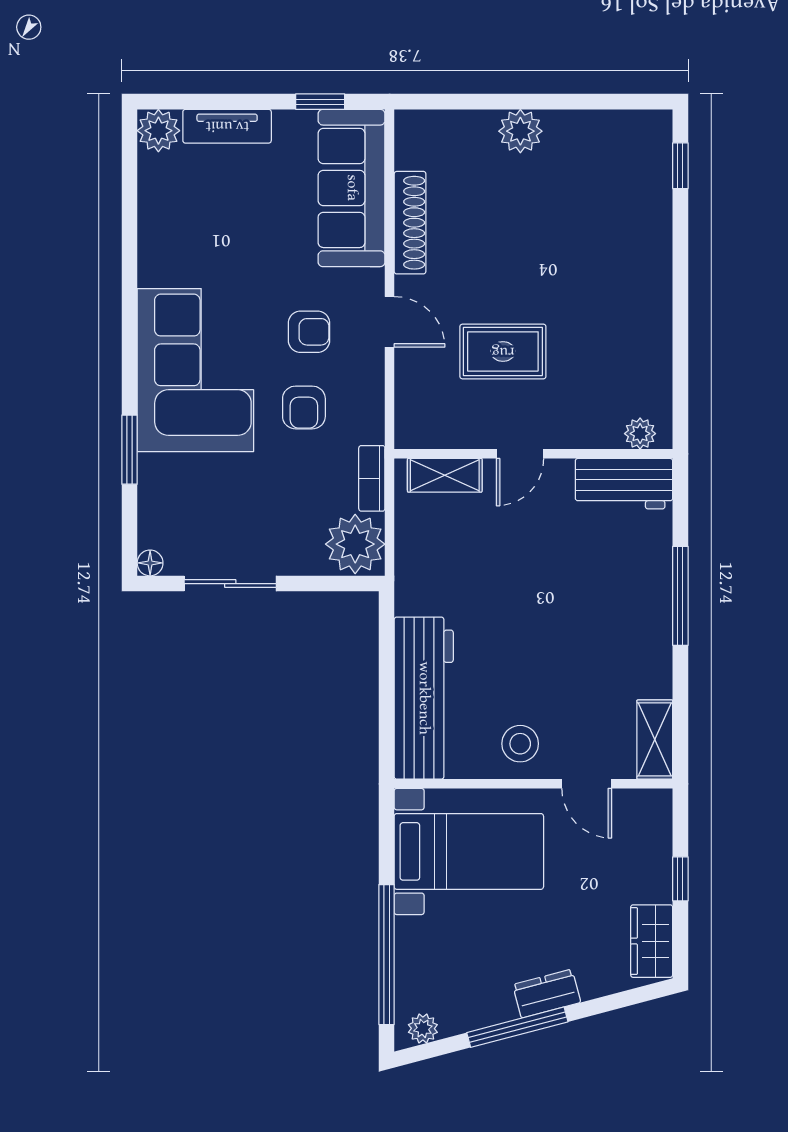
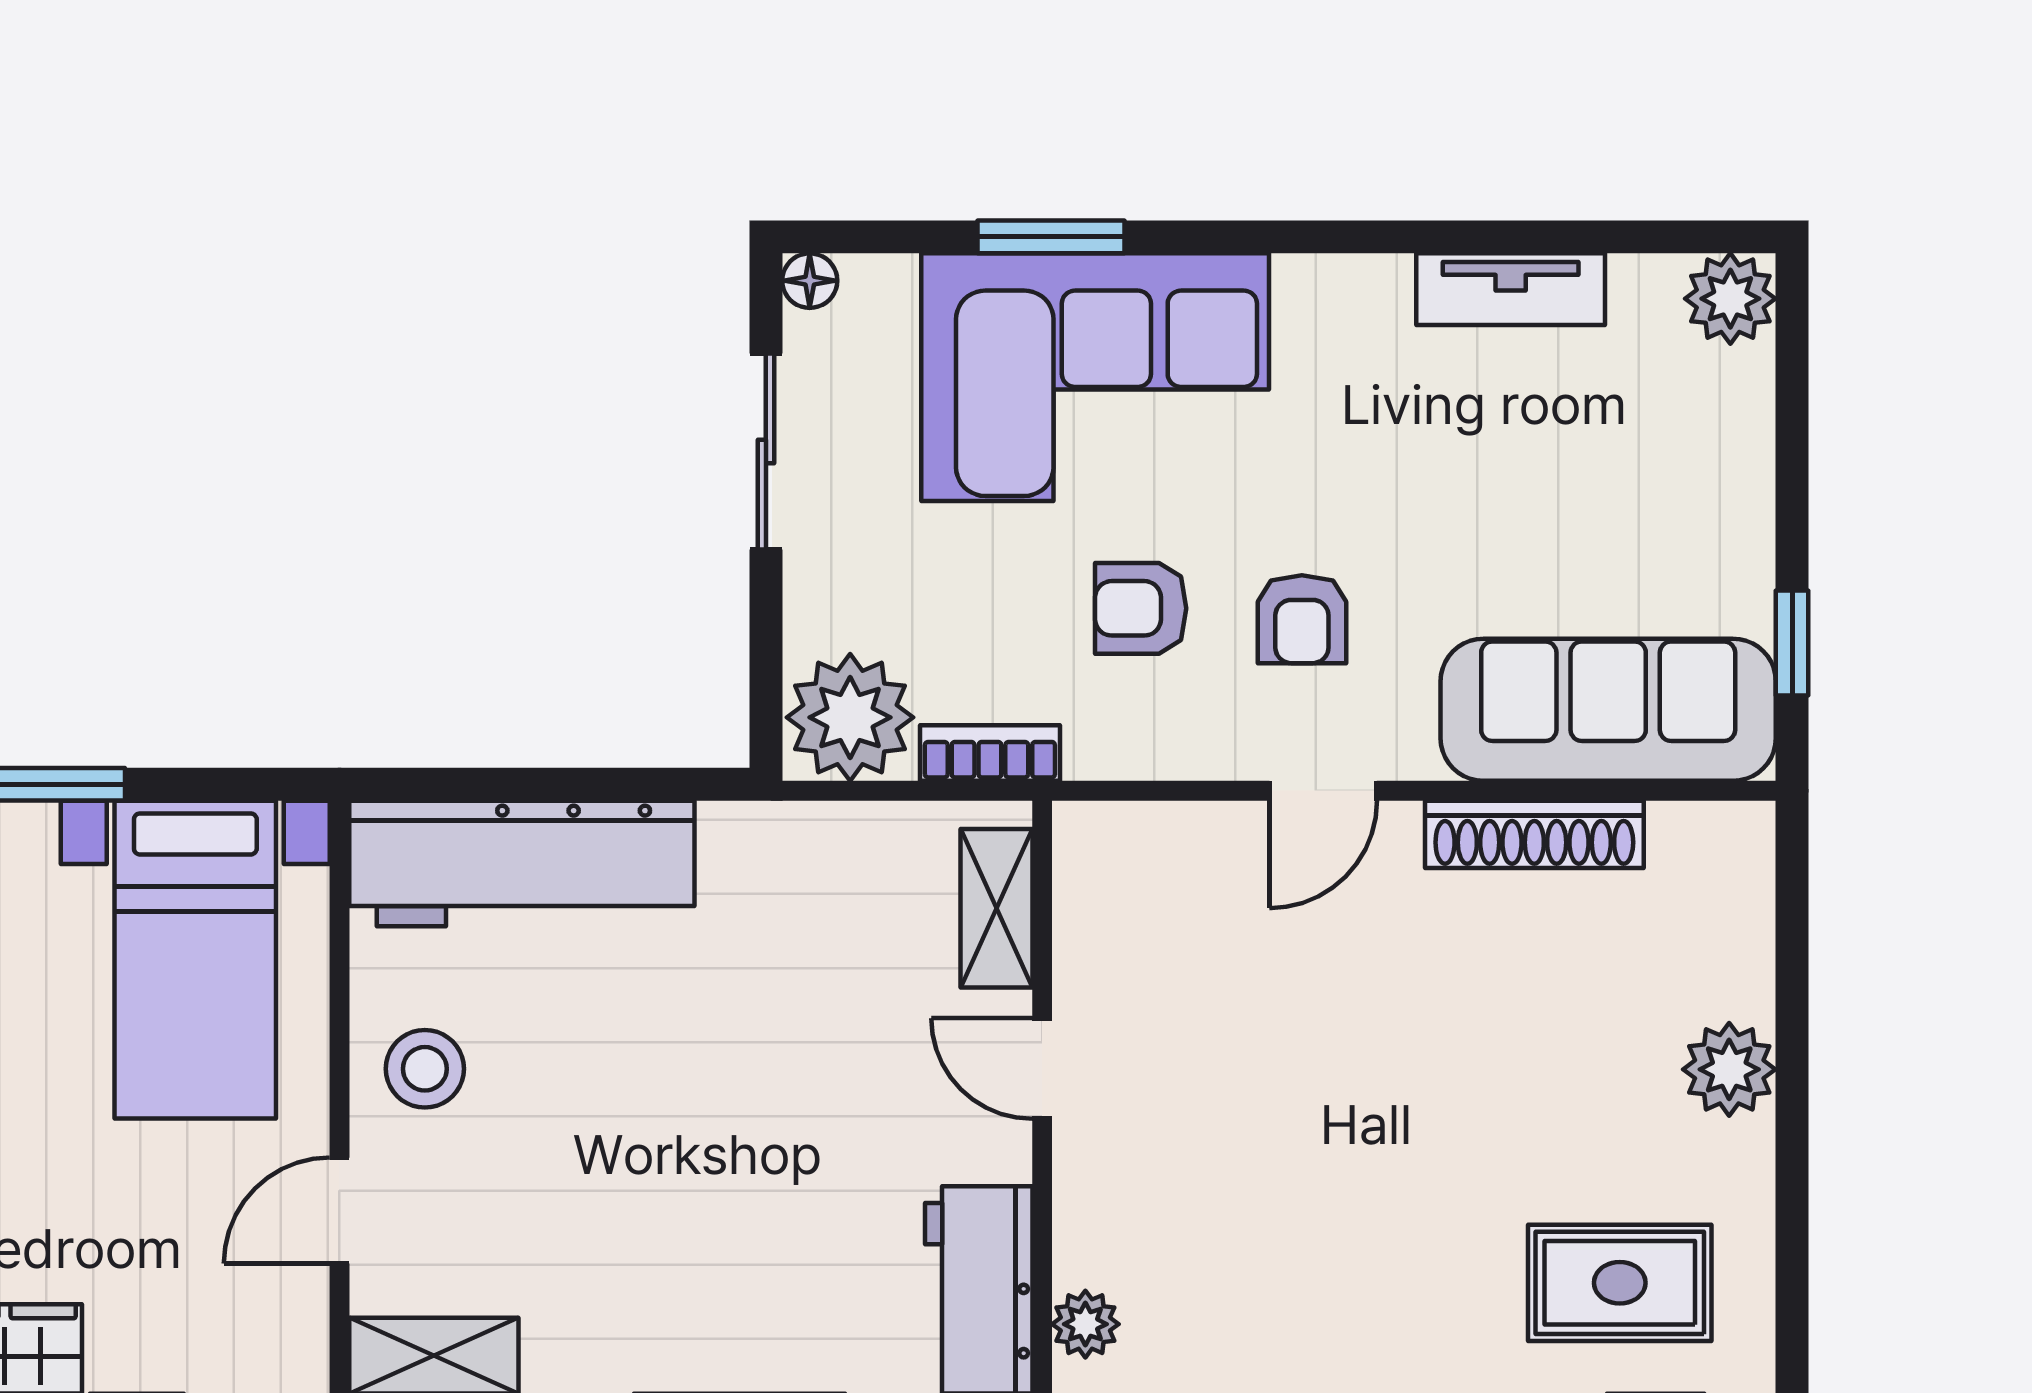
tv unit: (227, 126) -> (1511, 289), moved, turned -90
rug: (503, 352) -> (1620, 1283), moved, turned 90
corner sofa: (195, 370) -> (1095, 377), moved

